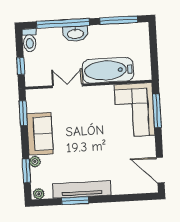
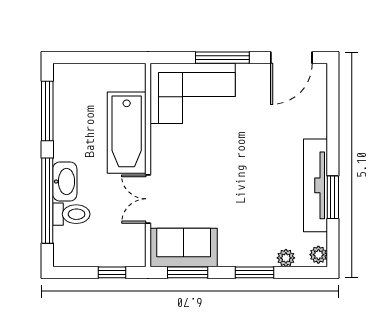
toilet: (30, 40) -> (71, 214), moved
window: (157, 111) -> (222, 58), moved
sofa: (40, 134) -> (184, 248), moved
plant: (35, 162) -> (286, 258), moved
window: (26, 171) -> (254, 272), moved

